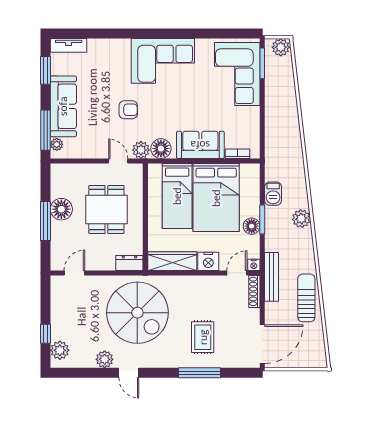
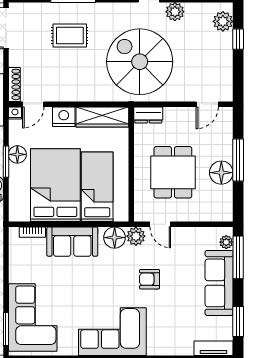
rug: (203, 337) -> (70, 35), turned 90

